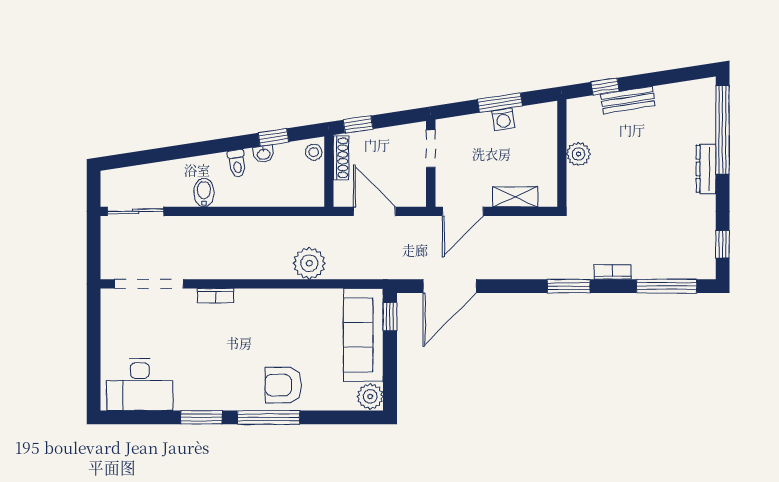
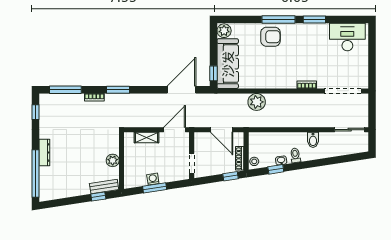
bench: (628, 100) -> (104, 187), moved

